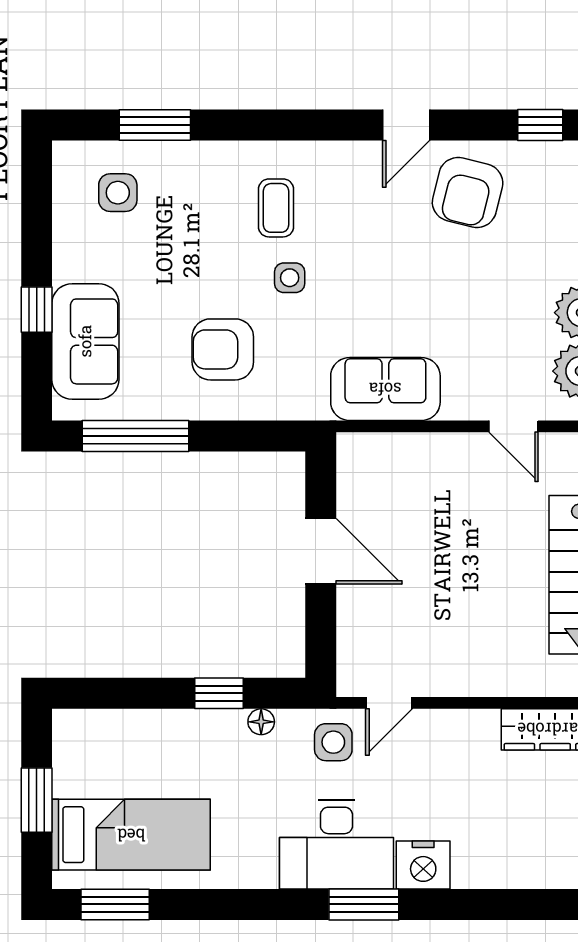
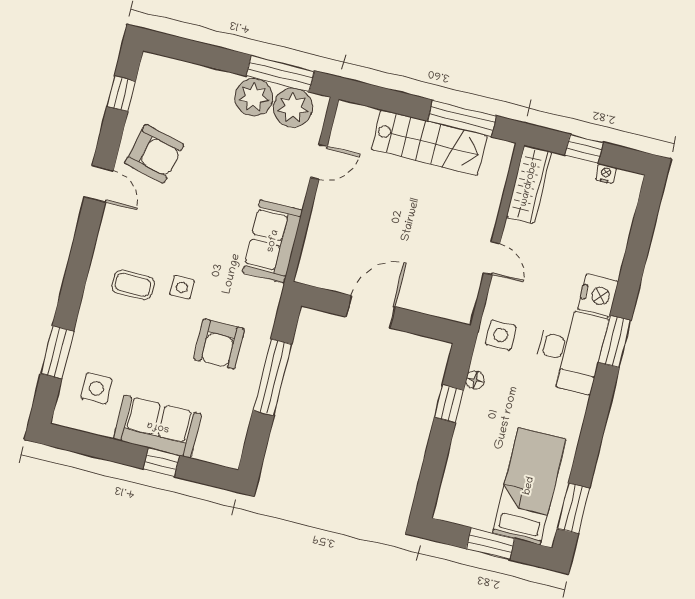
sofa: (85, 341) -> (158, 427), moved
window: (135, 436) -> (272, 377), moved
door: (389, 703) -> (492, 258), moved

